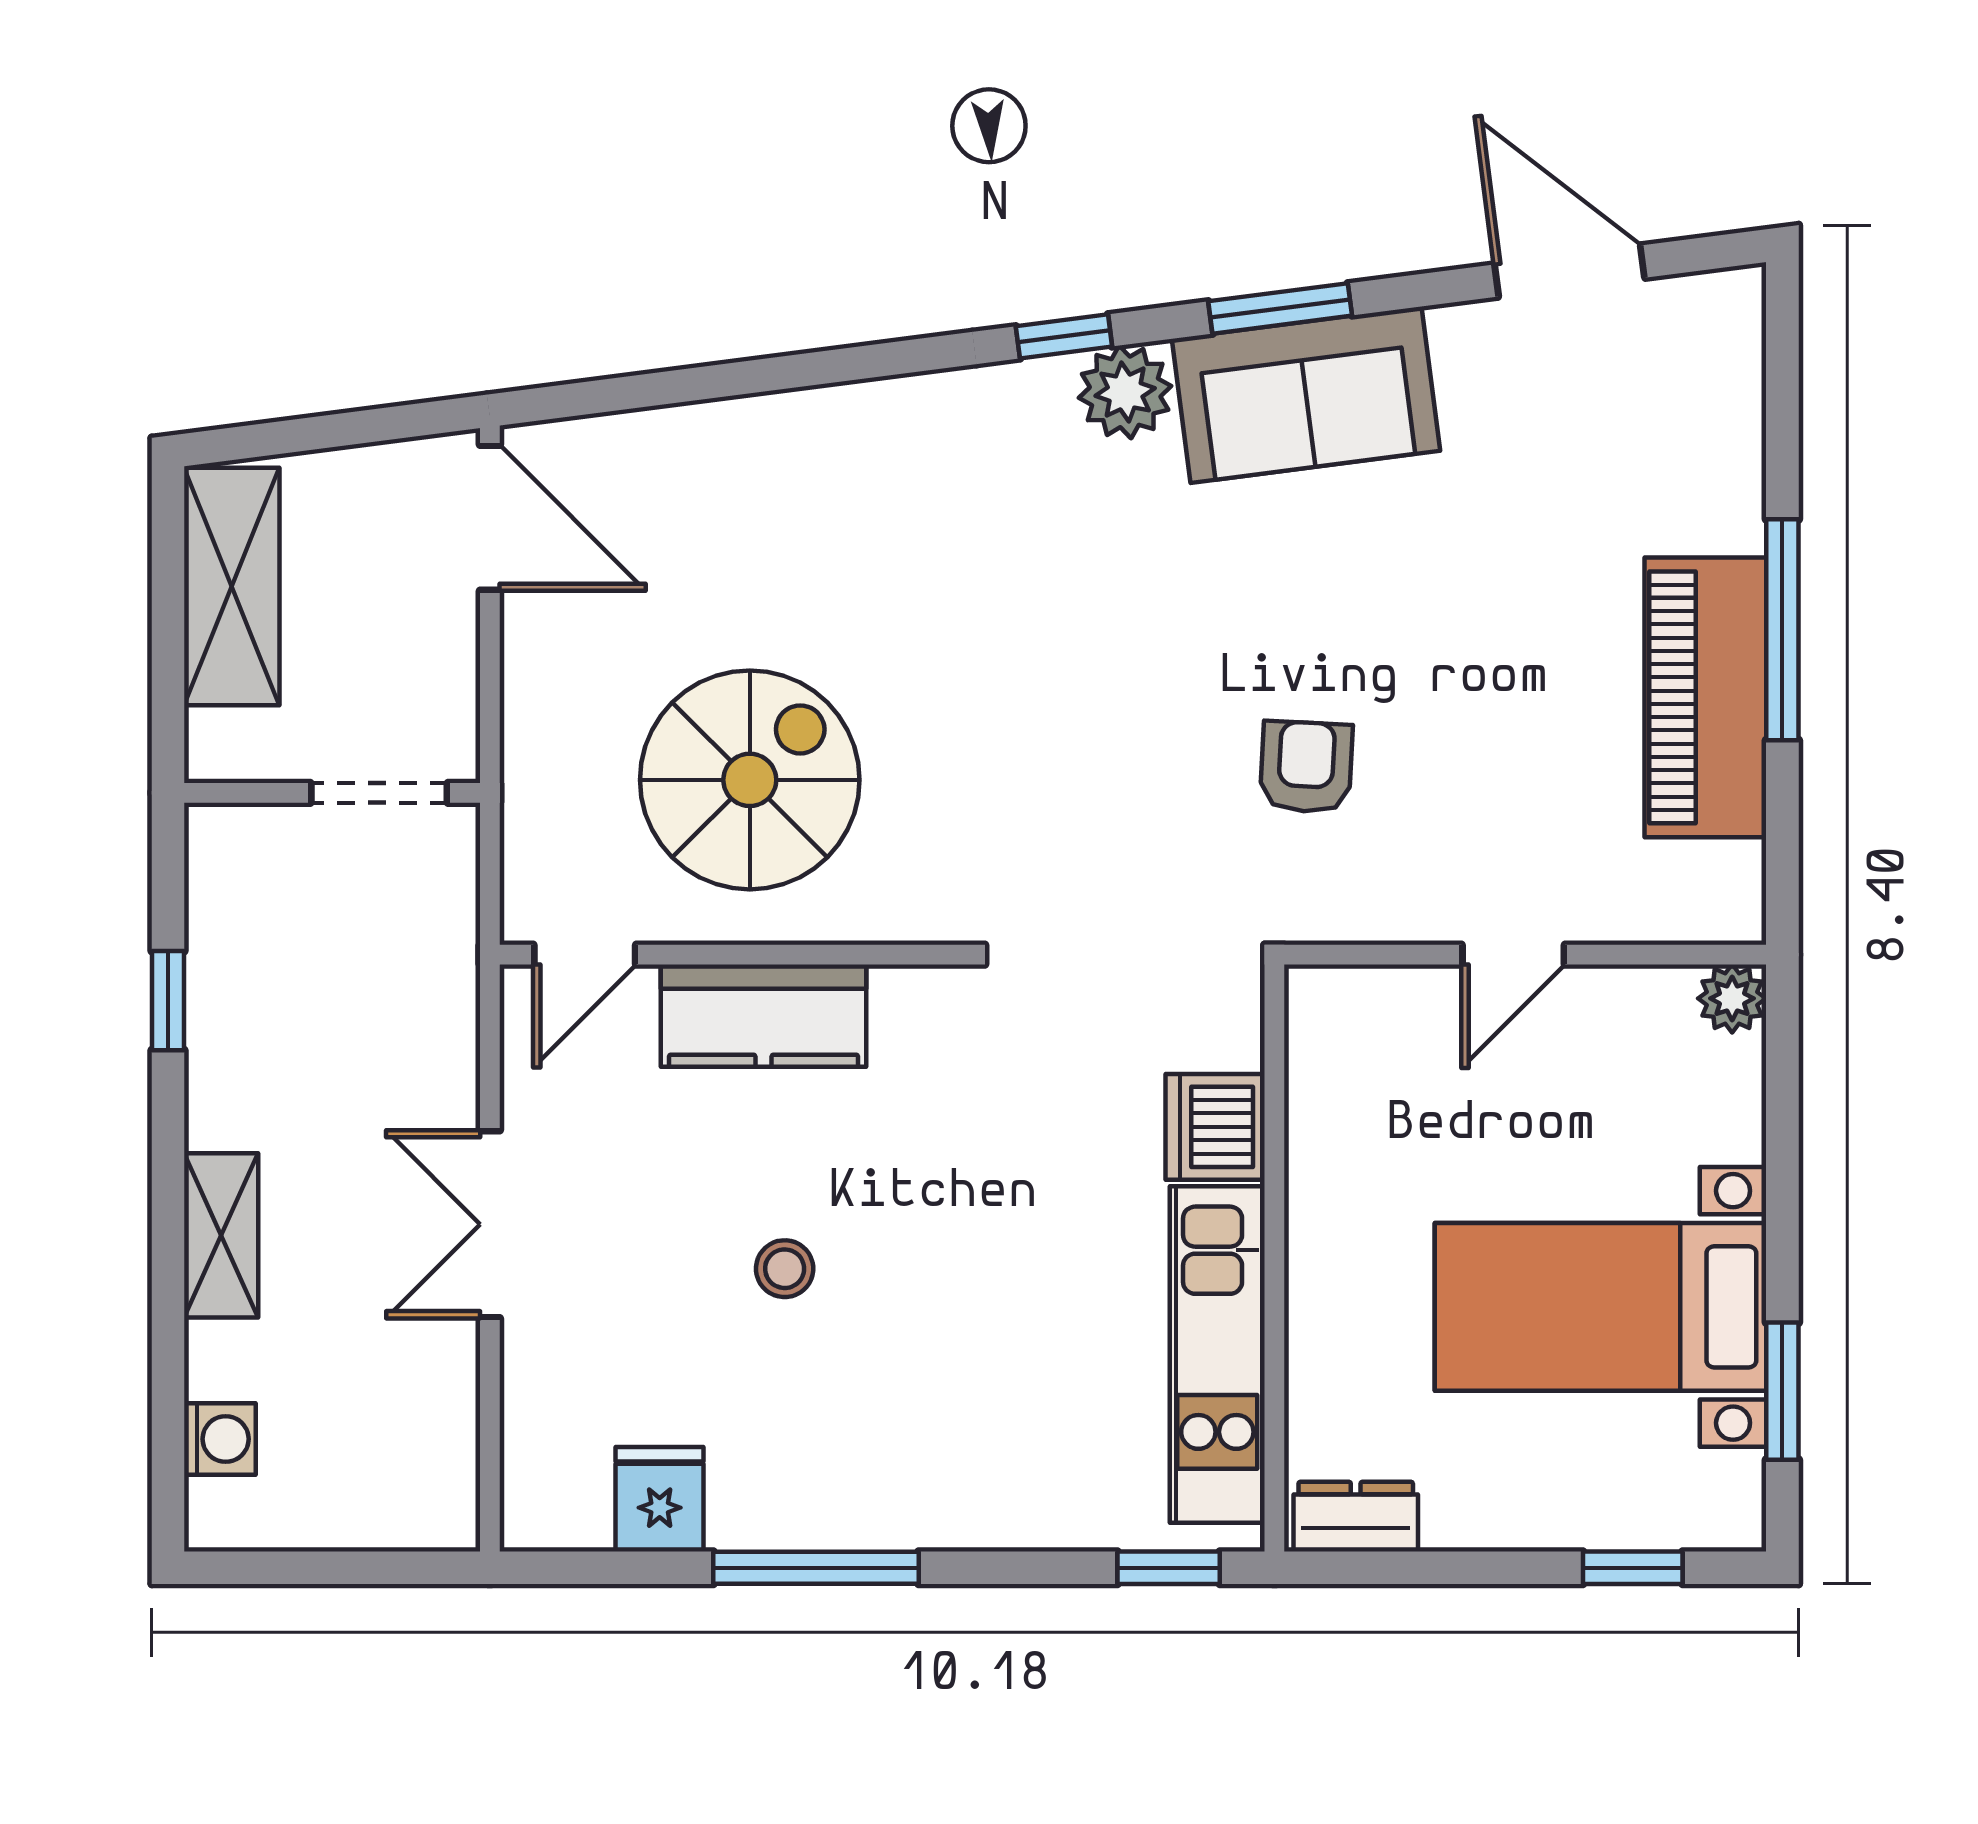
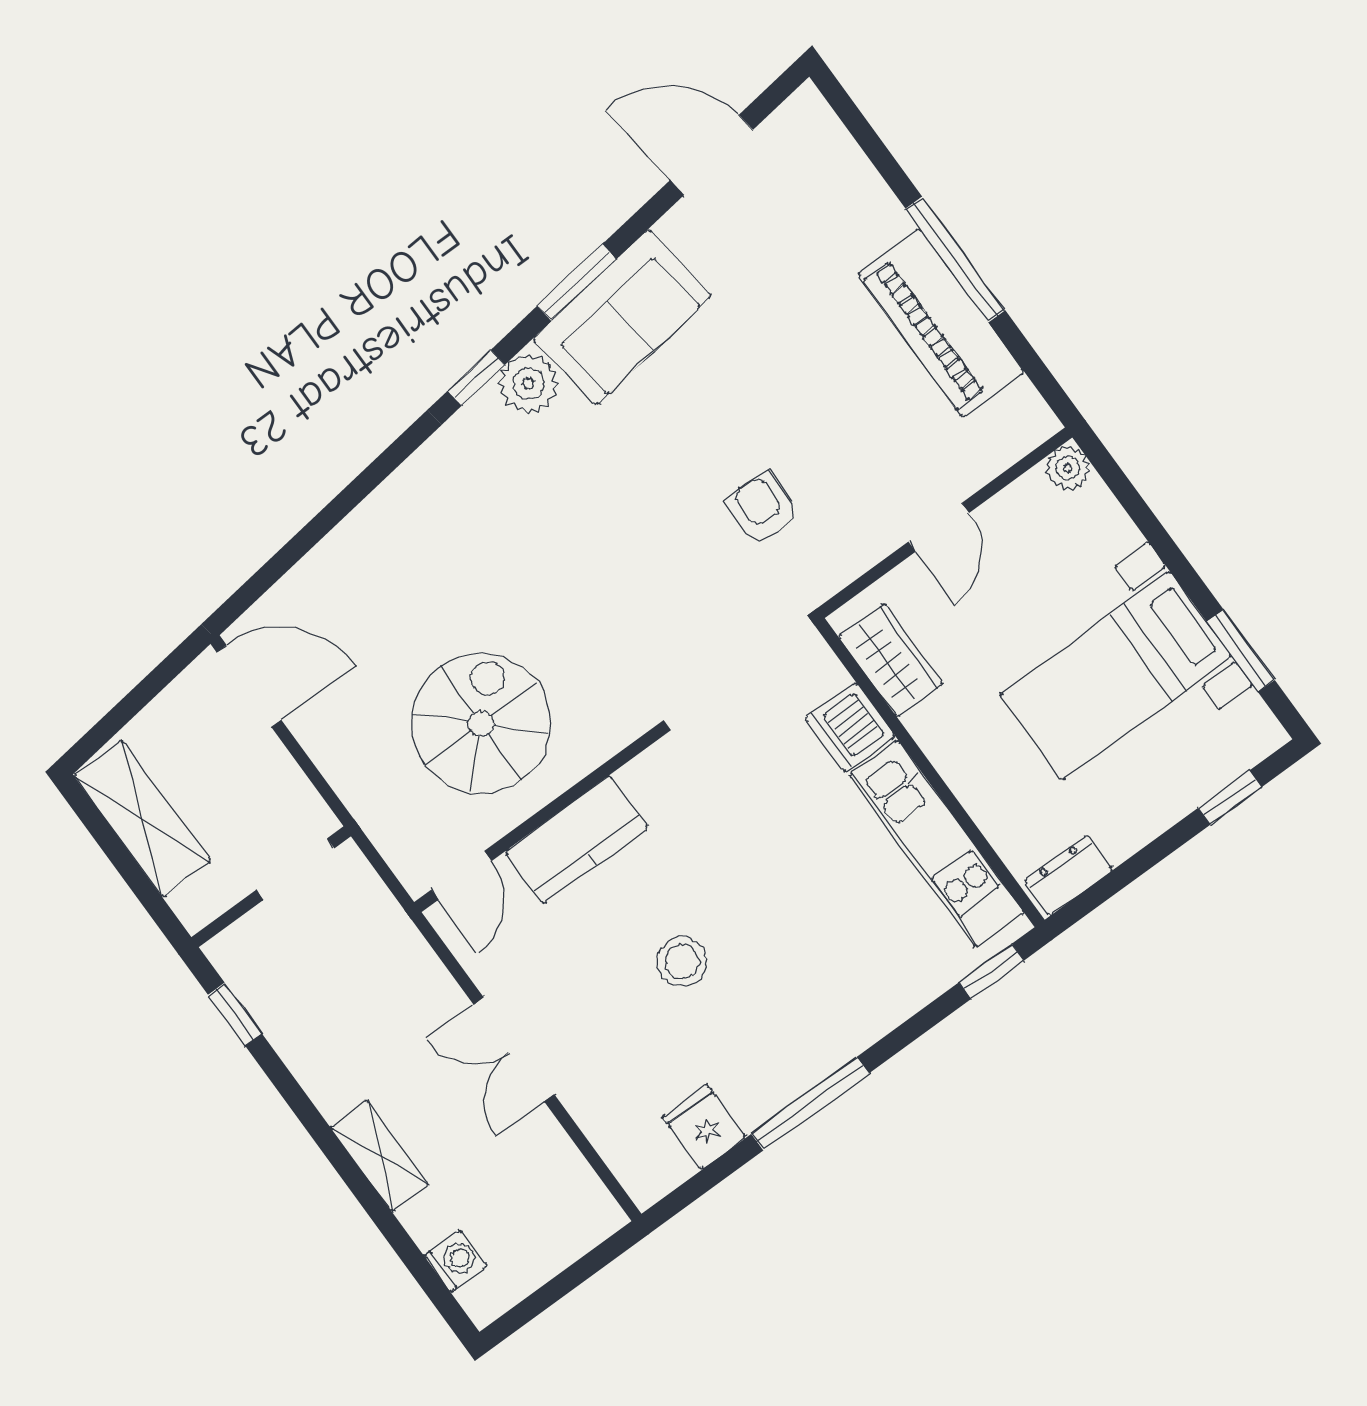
window: (168, 1001) -> (235, 1014), moved
wardrobe: (1330, 1079) -> (891, 660), added
stool: (785, 1269) -> (682, 962), width x1.37, depth x1.37

